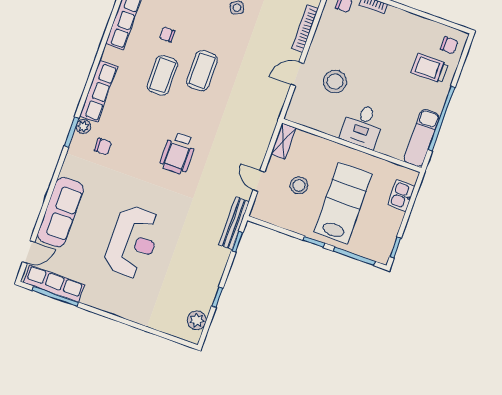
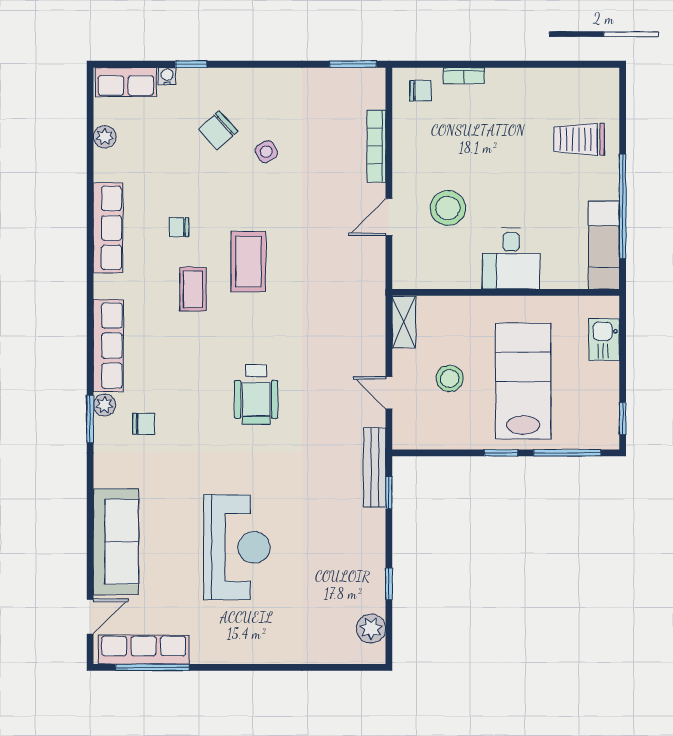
chair: (449, 45) -> (595, 96), removed
coffee table: (162, 75) -> (193, 289), width x0.73, depth x0.77

